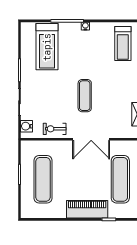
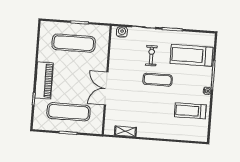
treadmill: (123, 44) -> (190, 111), moved
exercise mat: (85, 96) -> (158, 80), moved
exercise bike: (55, 129) -> (151, 56), moved

